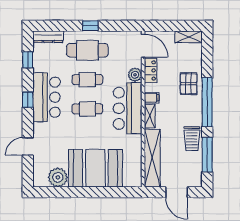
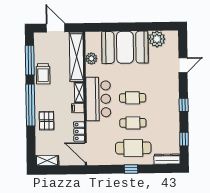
plant: (135, 75) -> (91, 59), moved
bar counter: (47, 97) -> (168, 107), removed
trolley: (192, 139) -> (43, 74), turned 180

